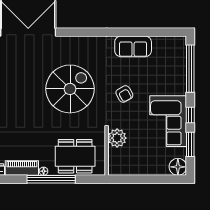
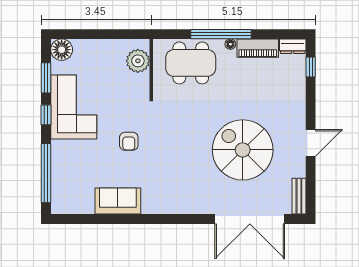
spiral stairs: (70, 89) -> (243, 150), moved, turned 90
armchair: (124, 94) -> (129, 141), turned -151
plant: (117, 138) -> (138, 61), moved

